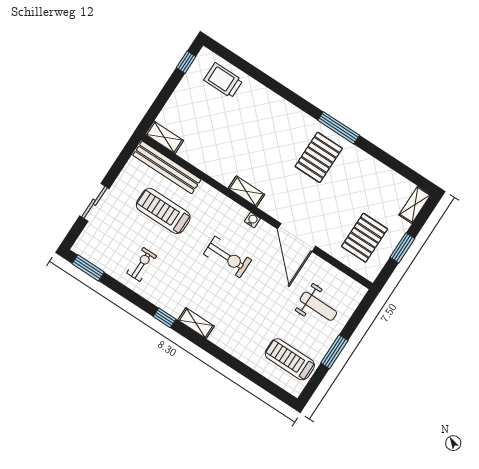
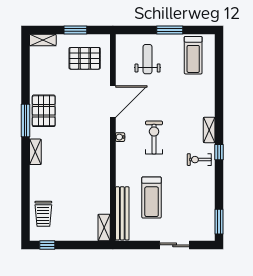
pallet: (319, 157) -> (44, 111), moved, turned 90
shelving: (246, 191) -> (35, 152), moved
exercise bike: (142, 264) -> (199, 160), moved

